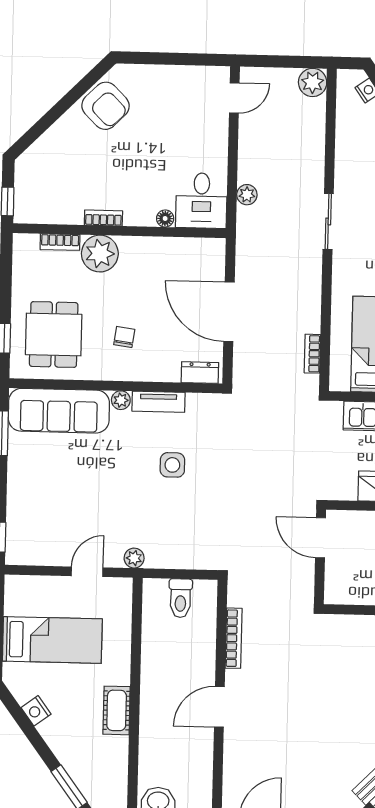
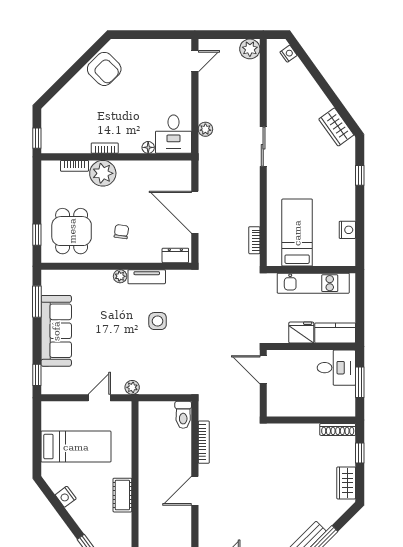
sofa: (59, 411) -> (56, 331), moved, turned -90
toilet: (180, 598) -> (183, 415), moved

